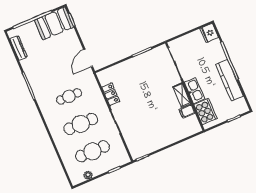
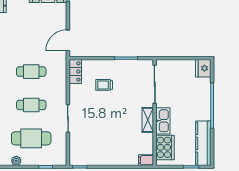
kitchen counter: (229, 80) -> (203, 143), moved
trolley: (134, 82) -> (104, 85), added
locker: (111, 94) -> (75, 72), moved
filing cabinet: (187, 111) -> (146, 160), moved
cafe table: (81, 124) -> (31, 105), width x0.73, depth x0.74

